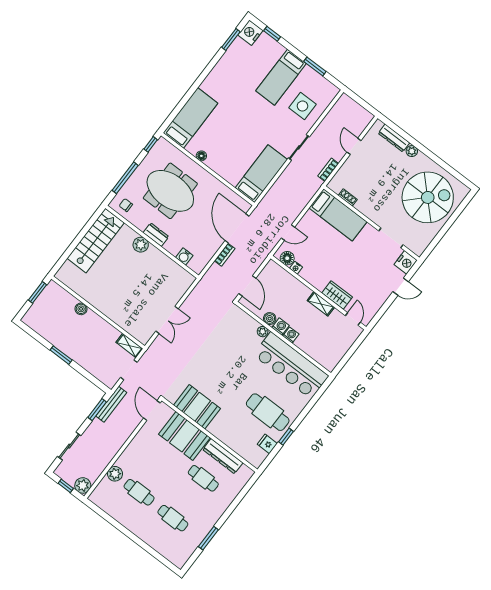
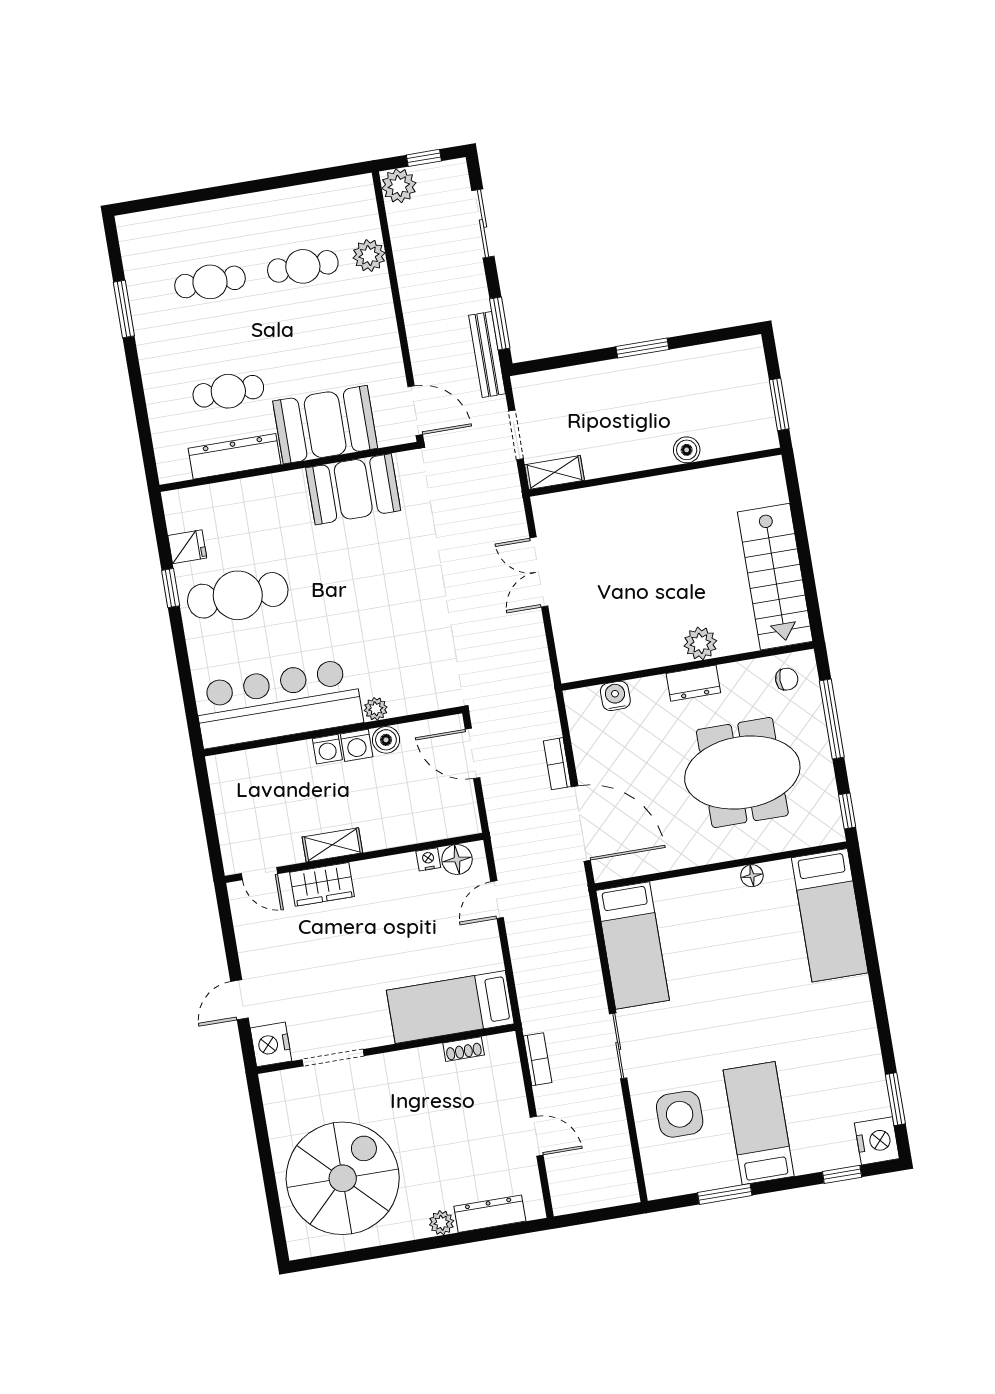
spiral stairs: (428, 197) -> (343, 1178), turned 180

